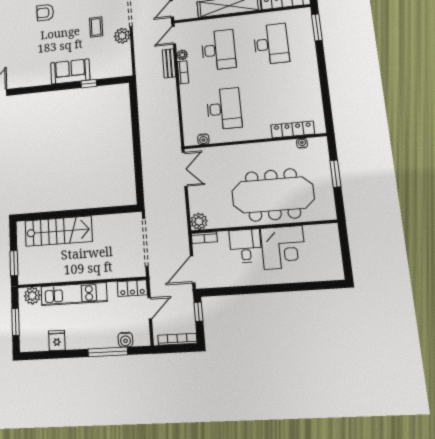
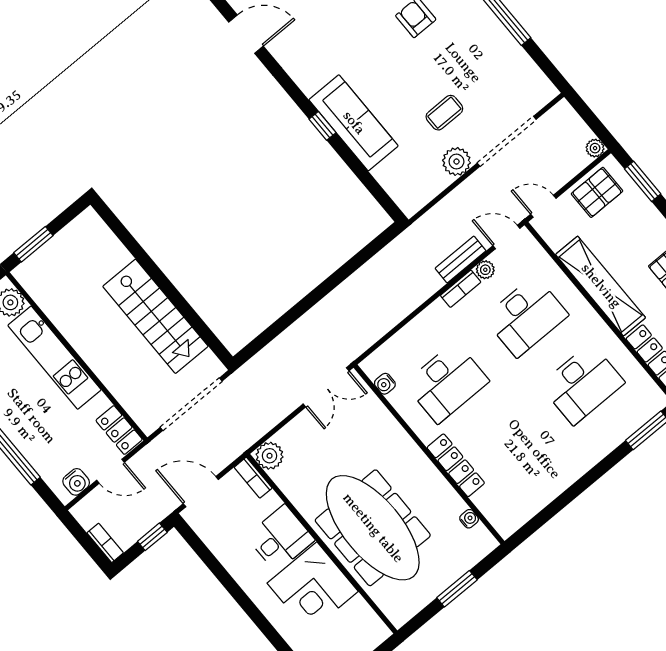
sofa: (70, 71) -> (354, 123), width x1.36
window: (89, 84) -> (323, 126), moved
locker: (293, 129) -> (456, 465), moved
stairs: (58, 231) -> (155, 316), moved
bookcase: (177, 339) -> (105, 543), width x0.64
water cooler: (125, 340) -> (76, 482), moved, turned -90

